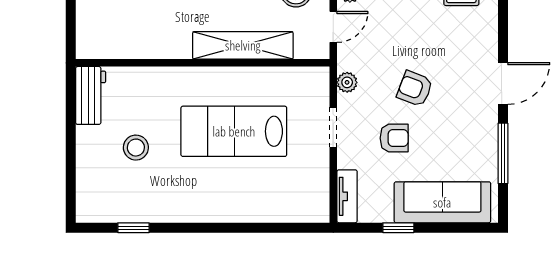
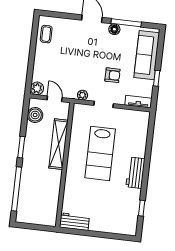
armchair: (415, 89) -> (89, 62), removed
floor lamp: (487, 131) -> (114, 29), added
armchair: (394, 138) -> (112, 75), turned 90
stool: (136, 148) -> (102, 202), removed
workbench: (203, 207) -> (135, 173), added

